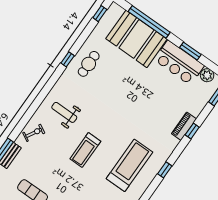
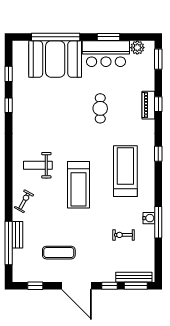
window: (100, 14) -> (9, 74), moved
window: (68, 59) -> (9, 105), moved
cafe table: (89, 64) -> (100, 108), moved
treadmill: (85, 150) -> (78, 185), width x1.37, depth x1.38

